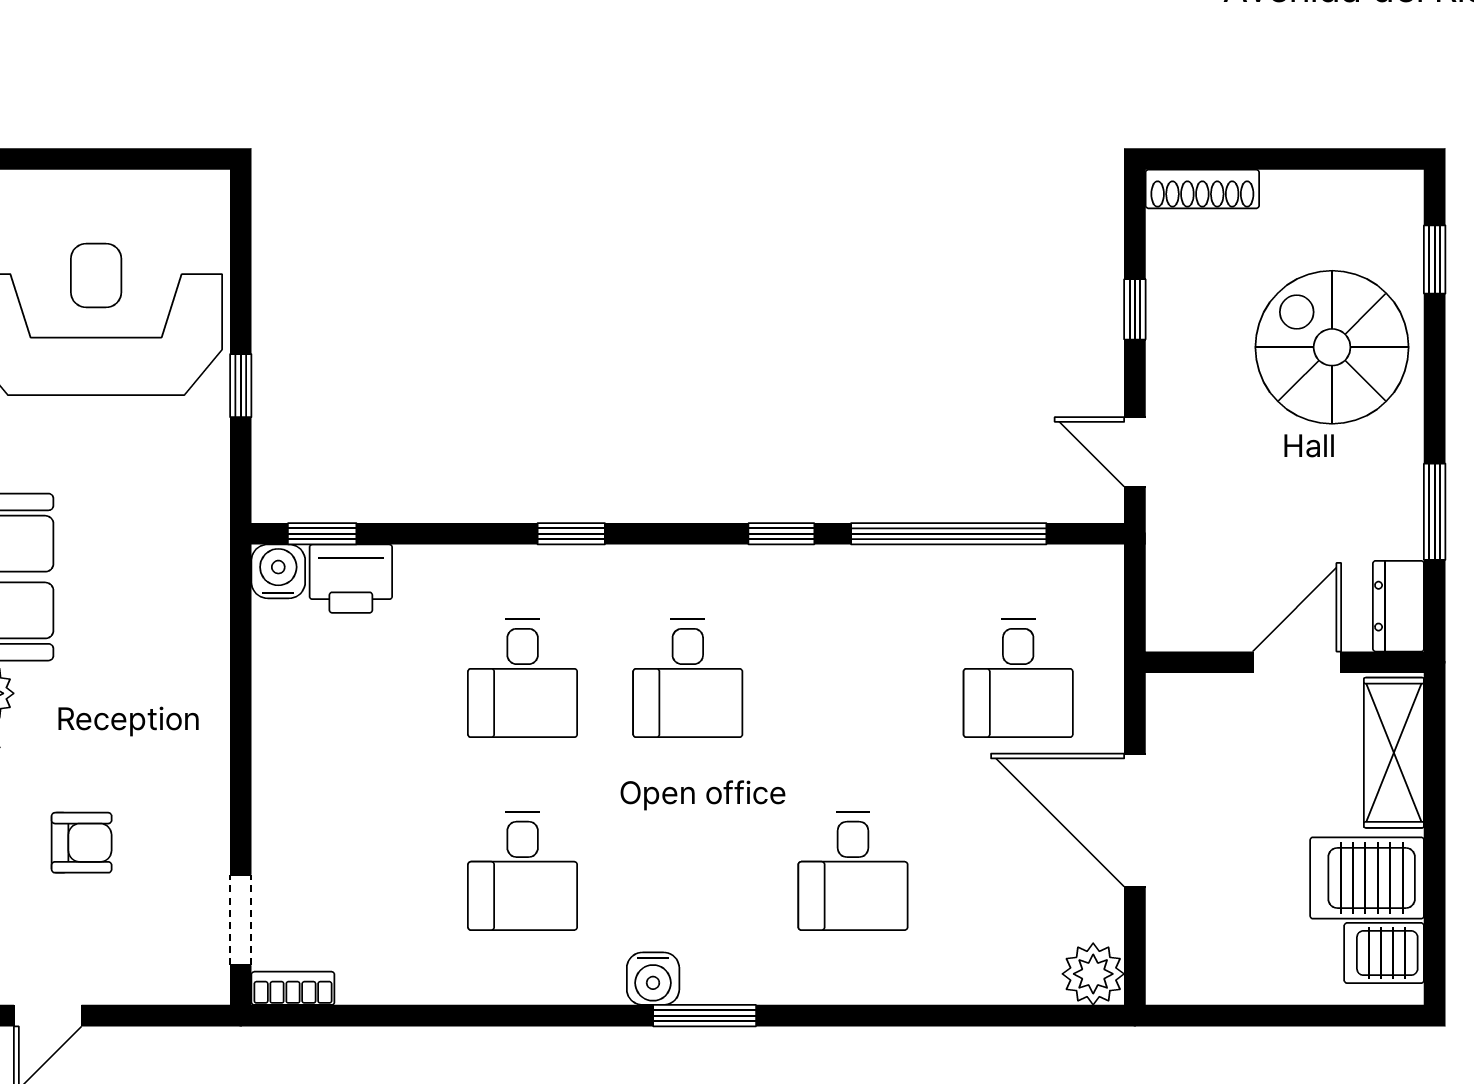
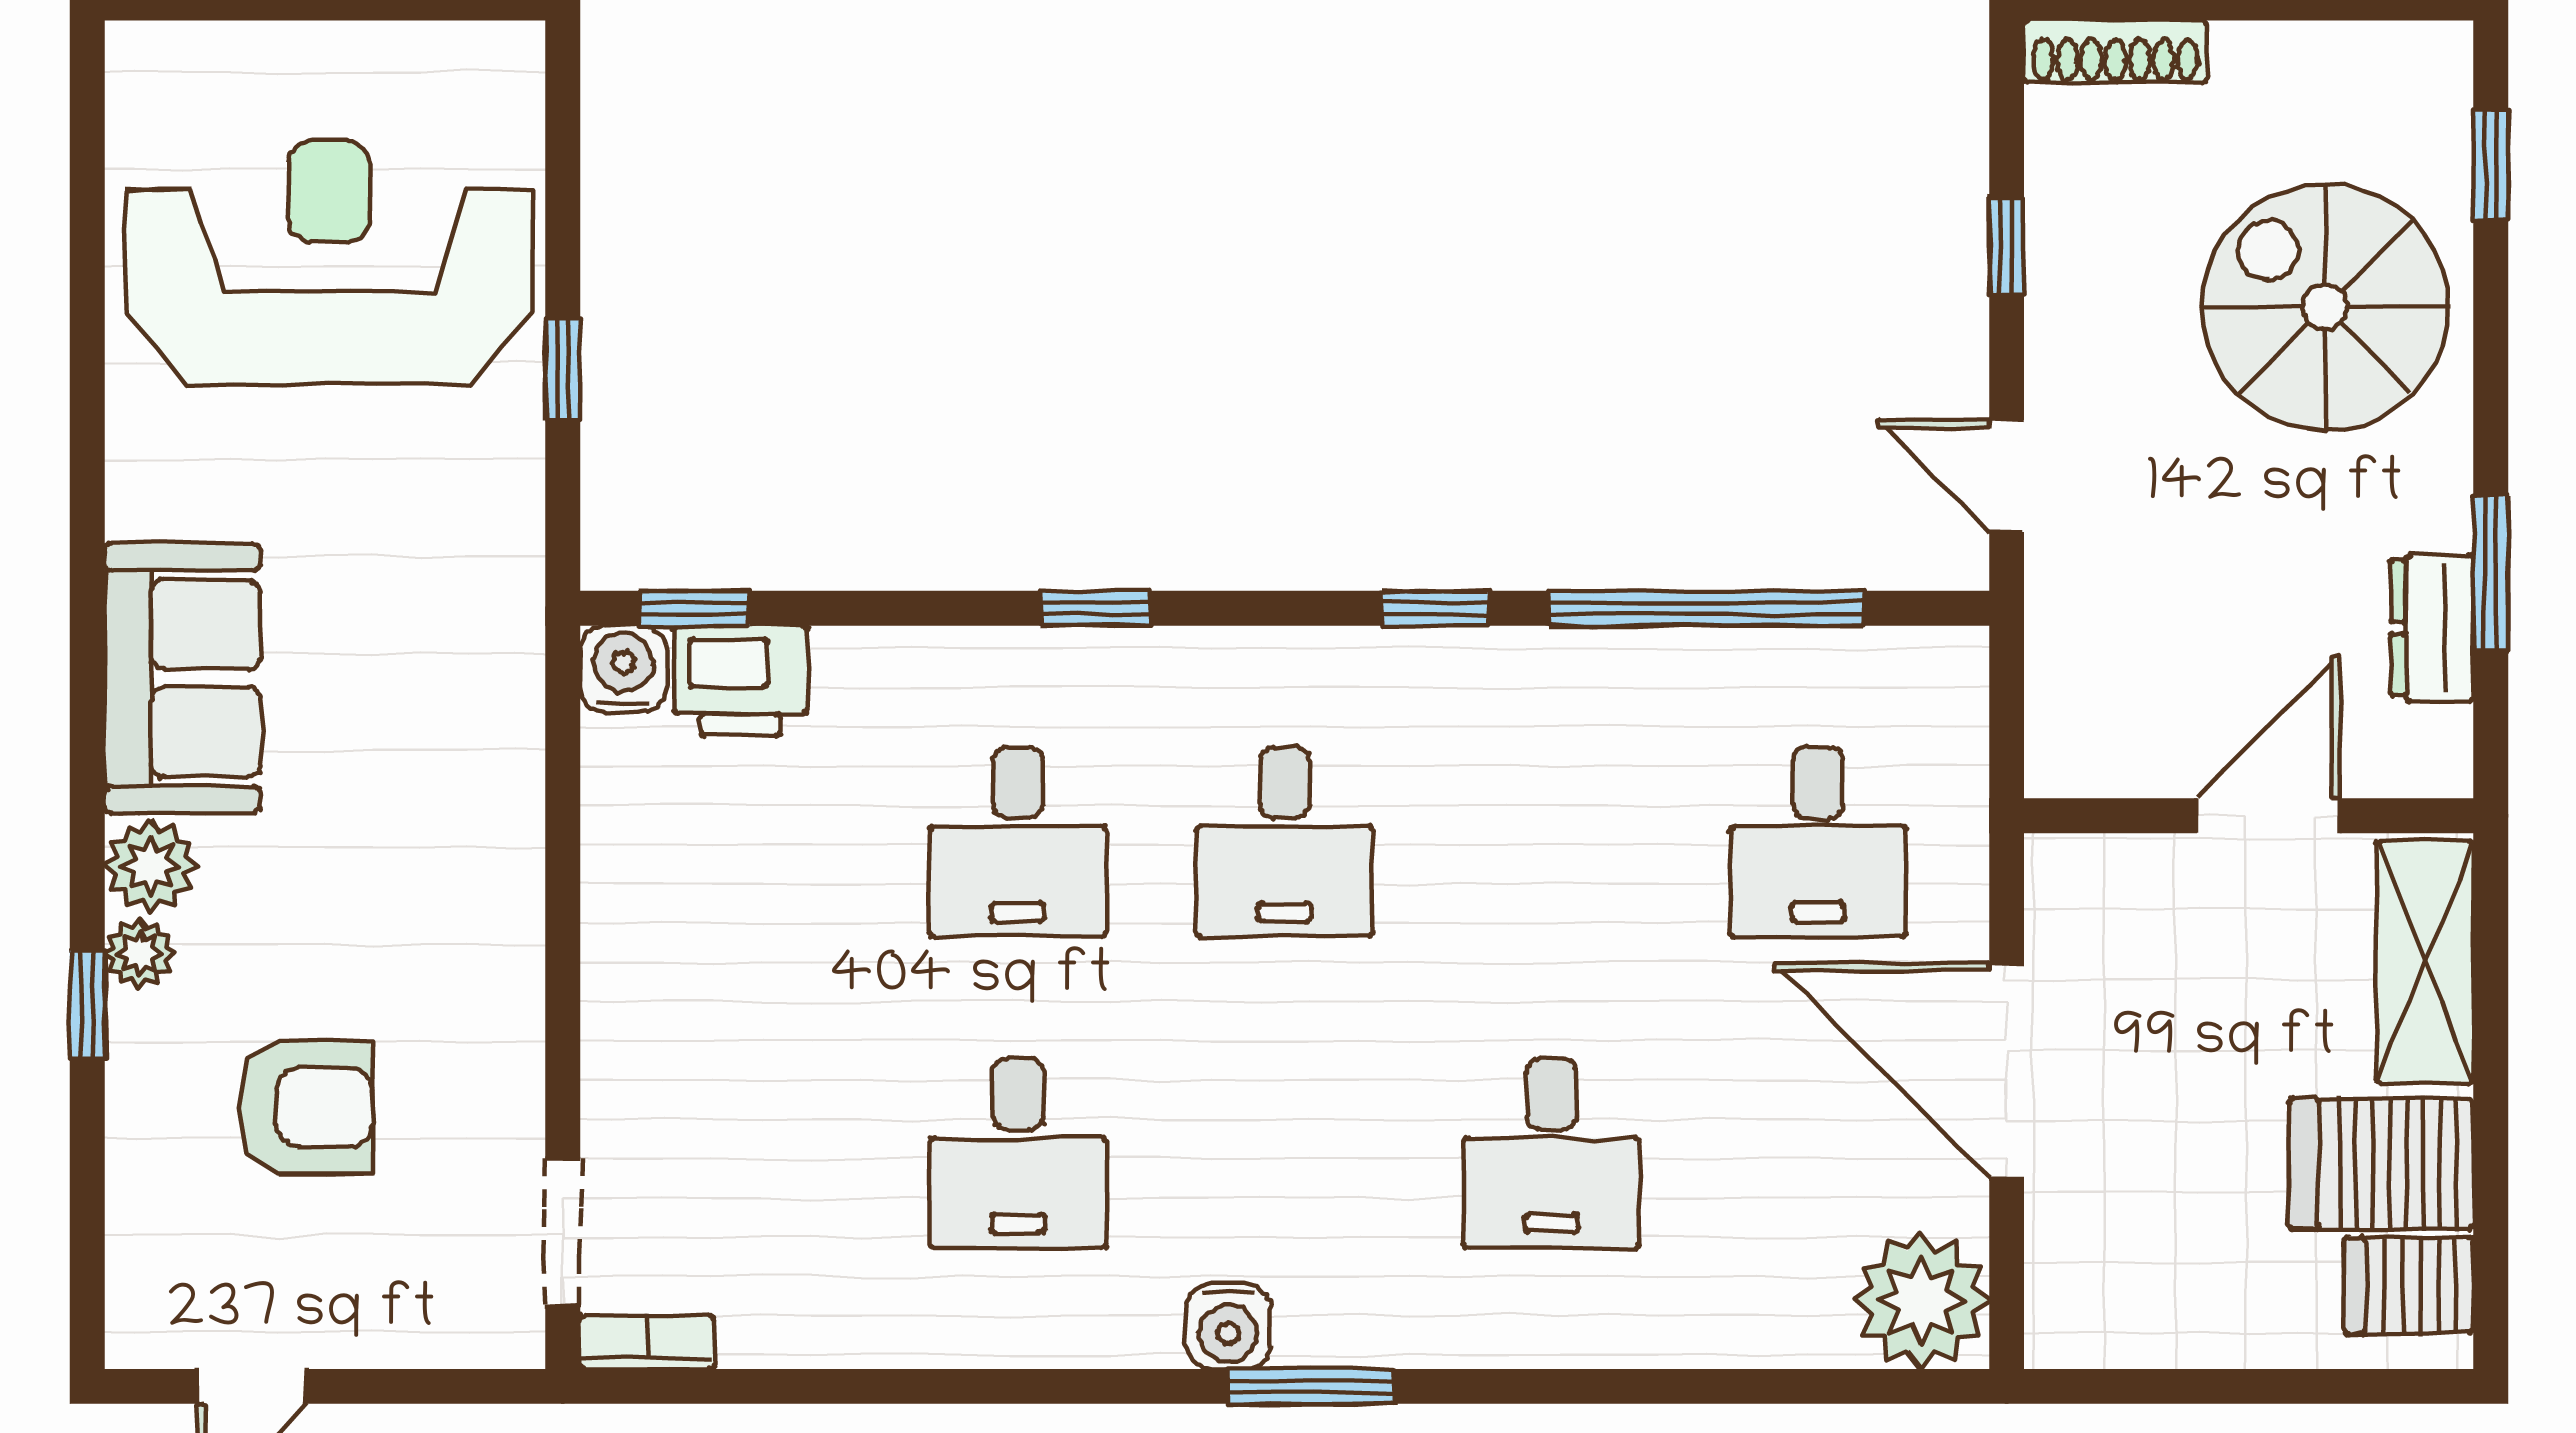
dresser: (1398, 606) -> (2432, 628), moved
armchair: (82, 843) -> (306, 1107), width x1.38, depth x1.38
plant: (1093, 974) -> (1921, 1301), width x1.36, depth x1.36

